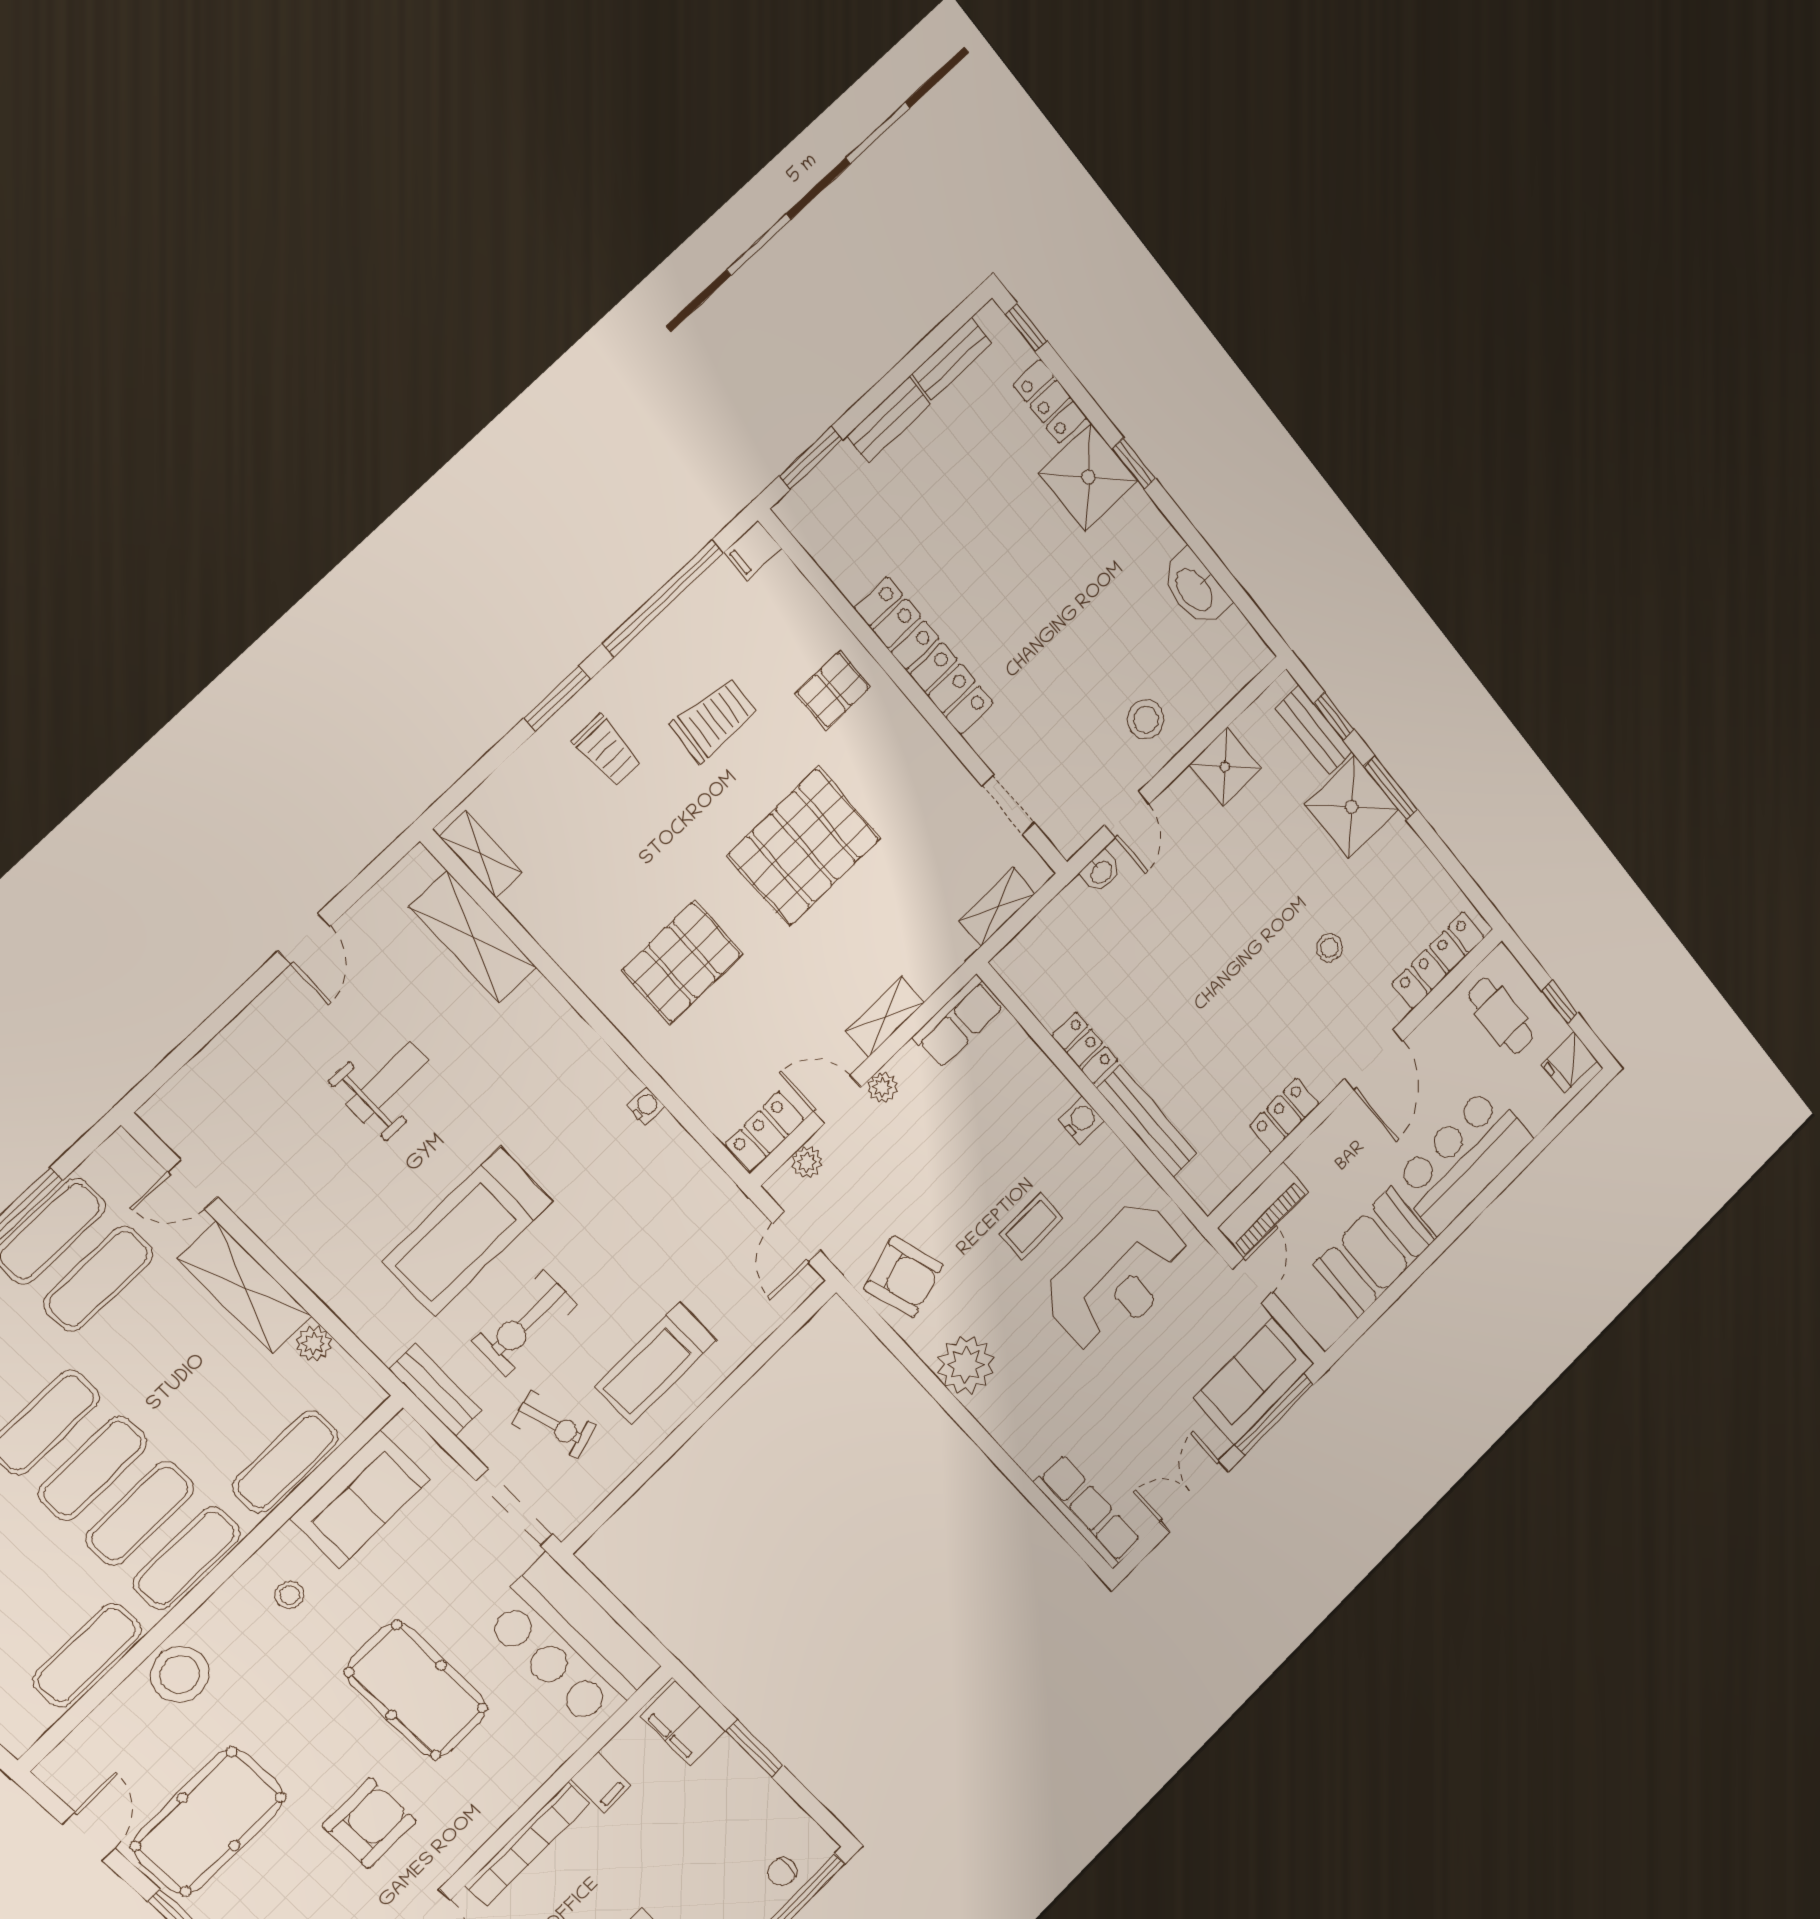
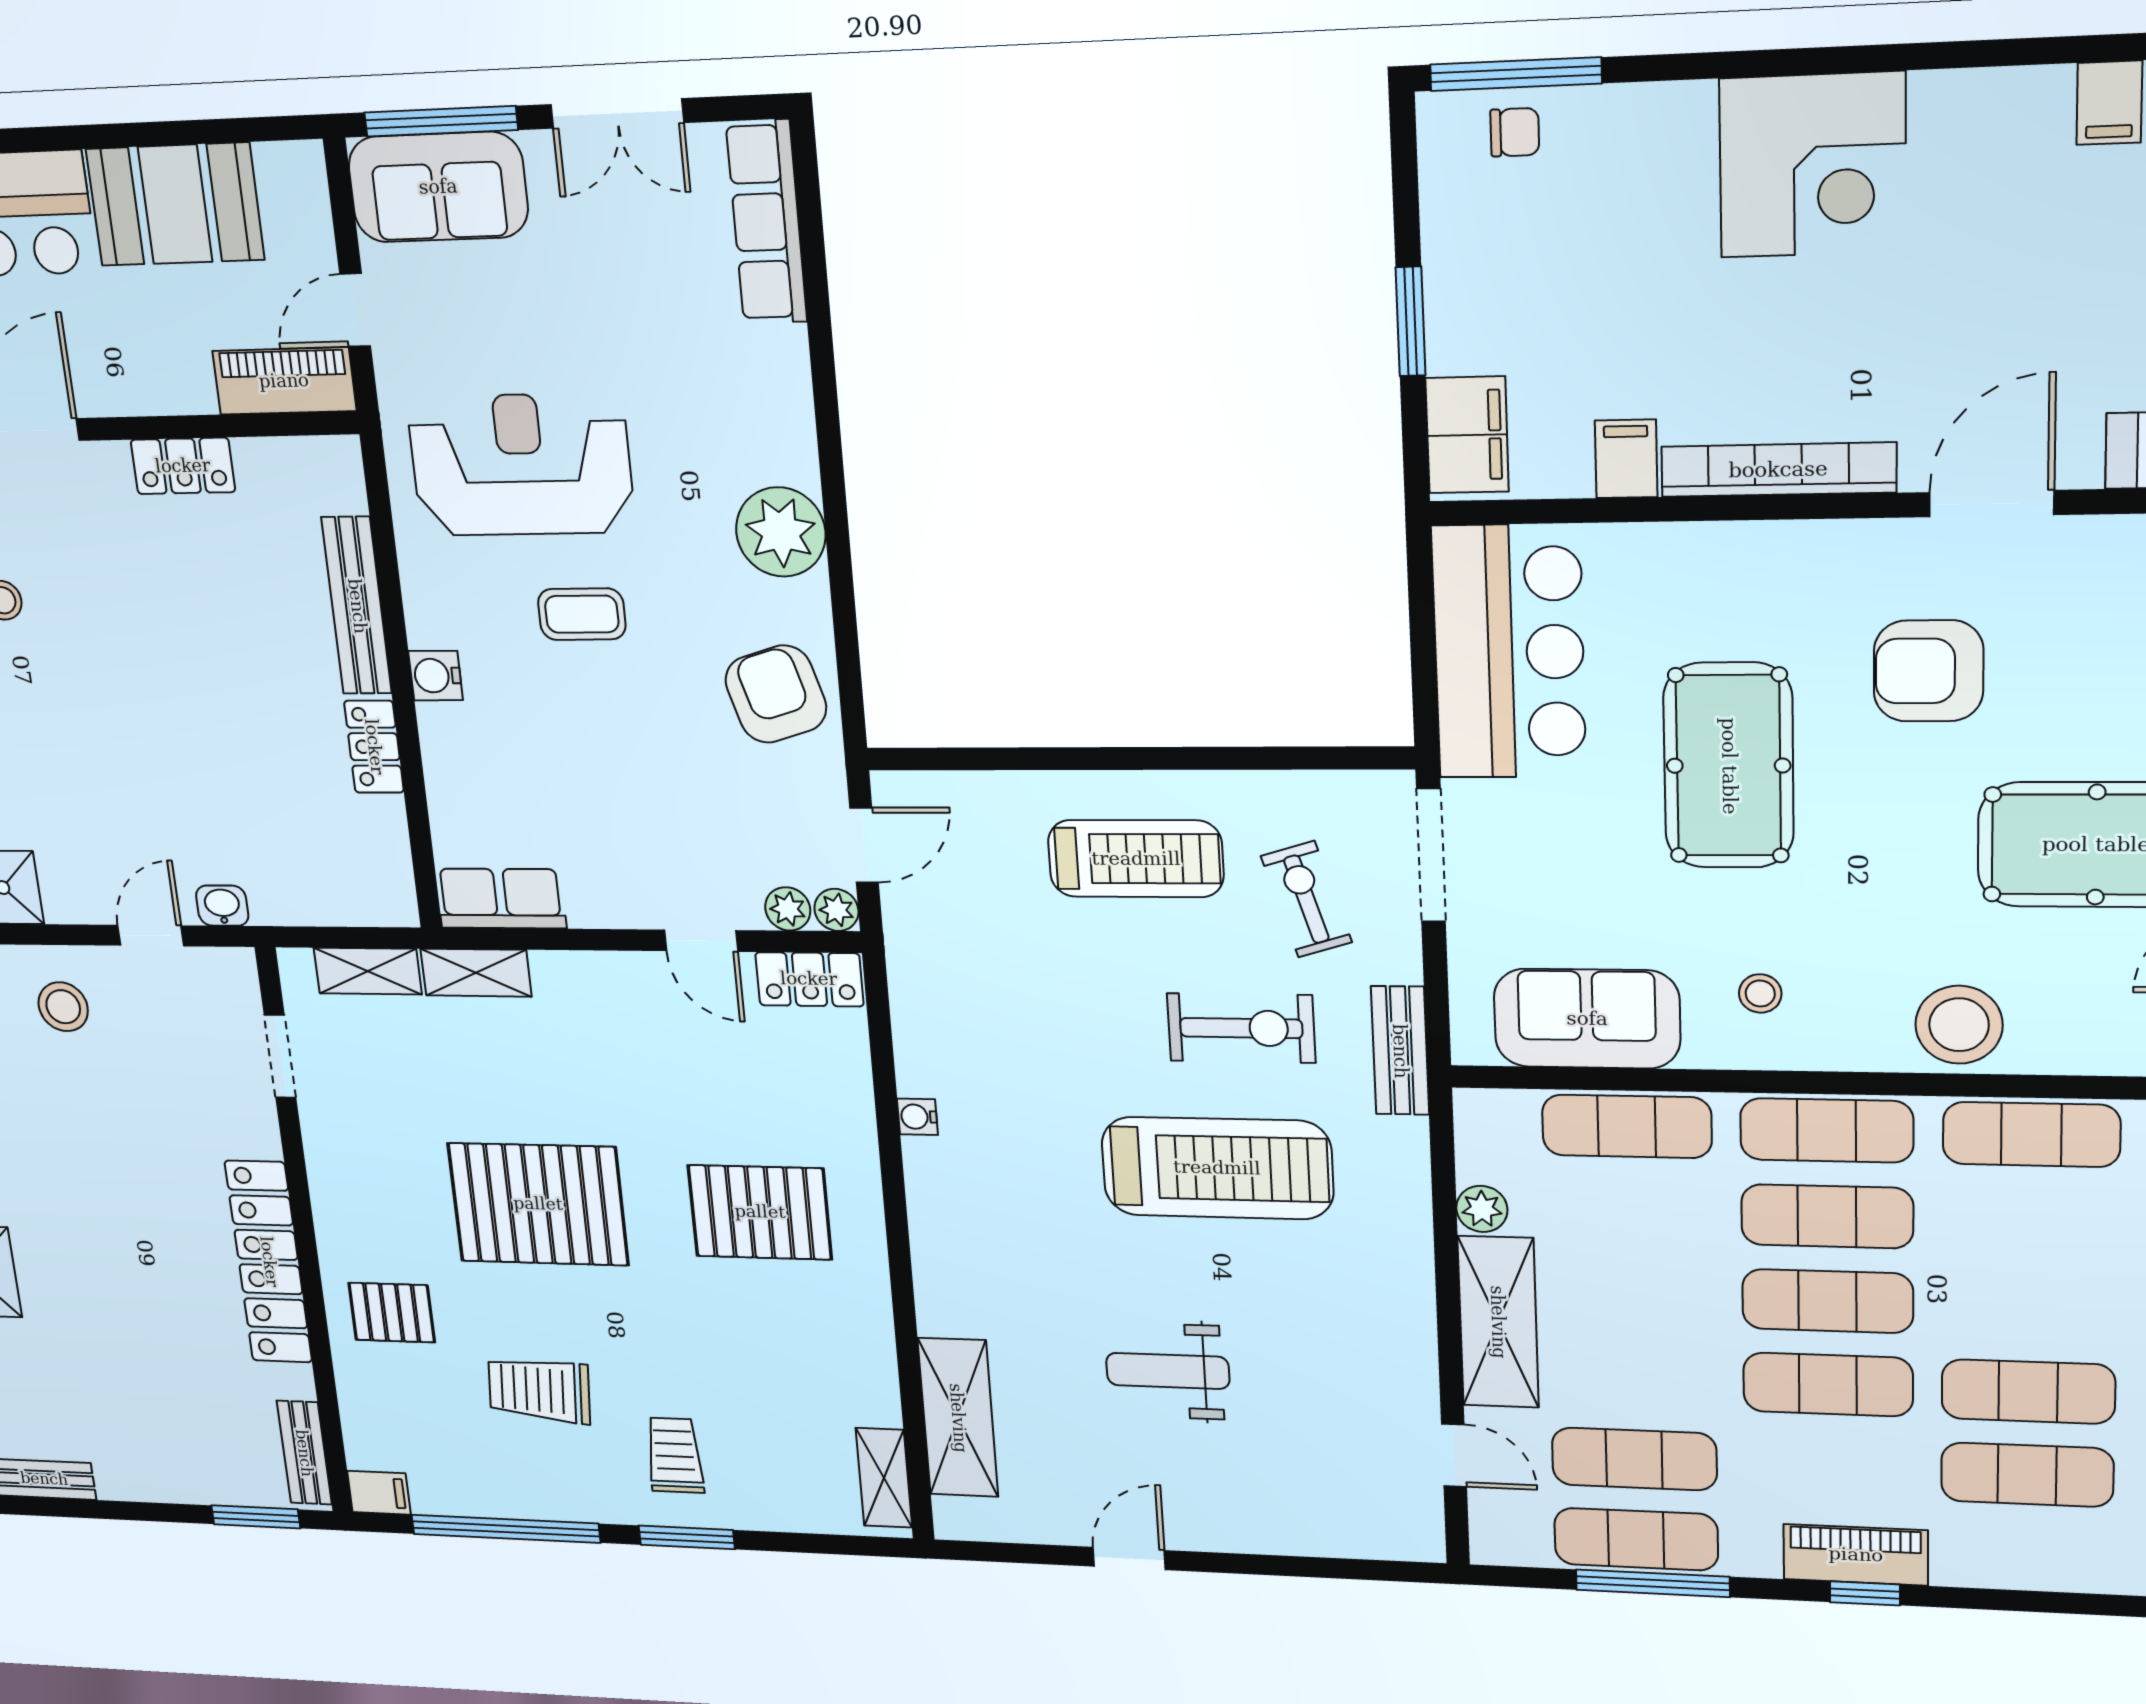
bench: (888, 420) -> (304, 1453), moved, turned 90
shelving: (885, 1017) -> (476, 973), moved
plant: (882, 1087) -> (836, 910), moved

